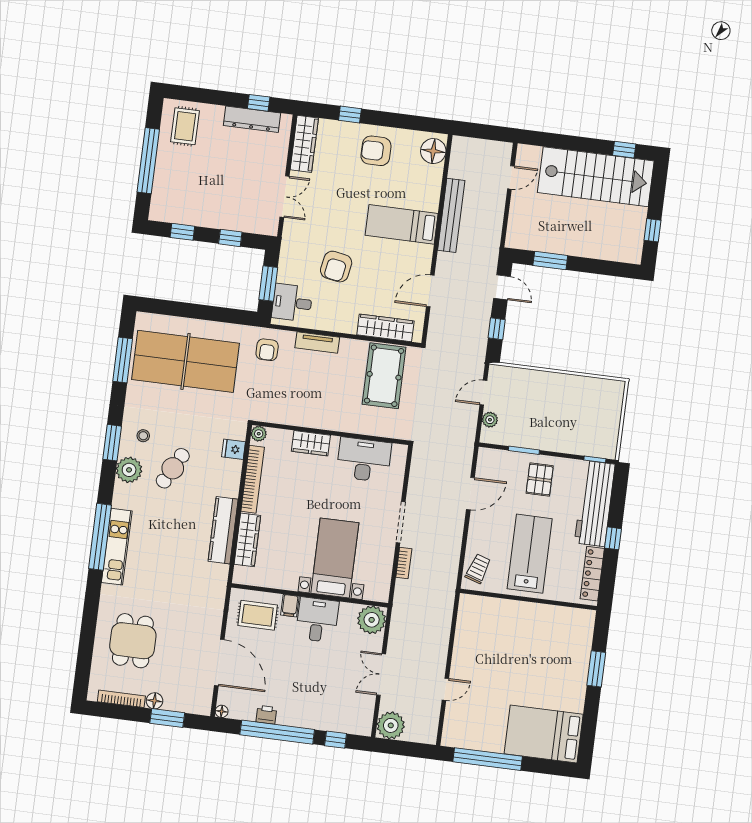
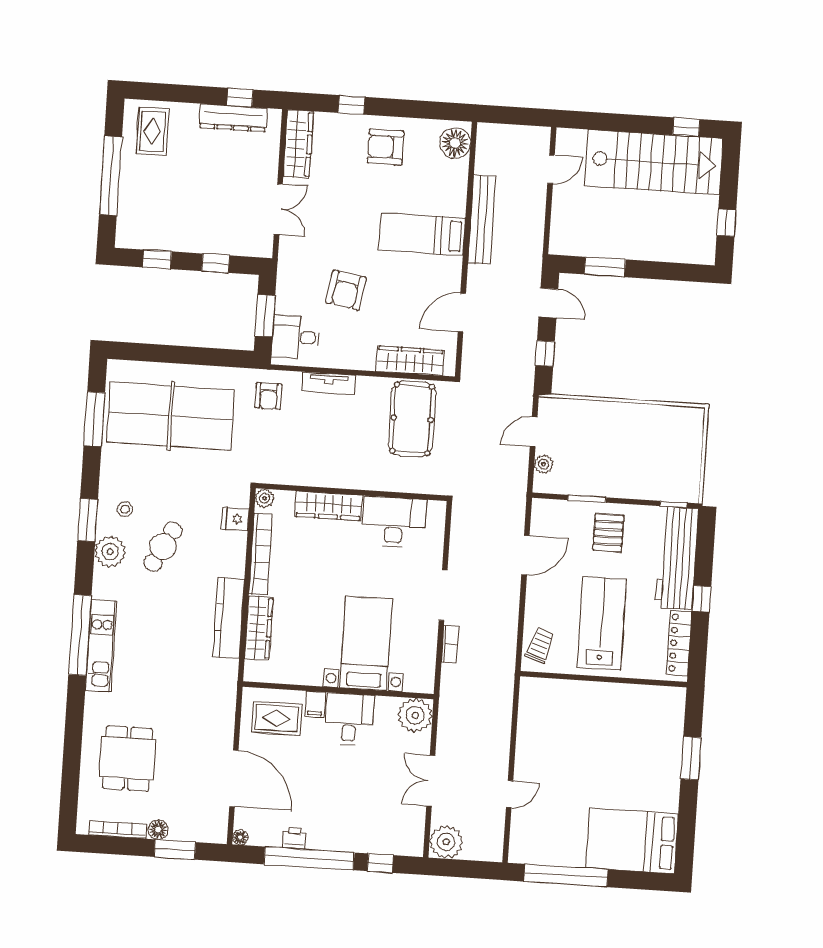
wardrobe: (311, 443) -> (329, 506), width x1.50

